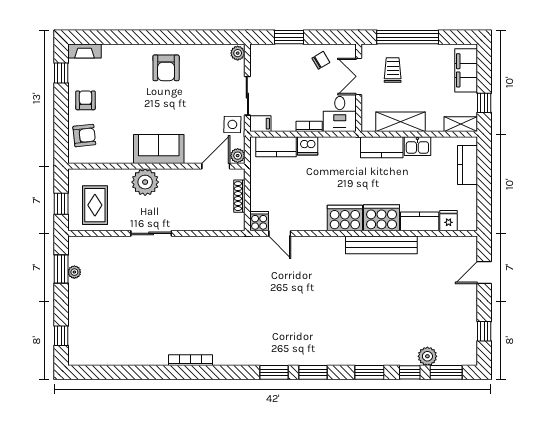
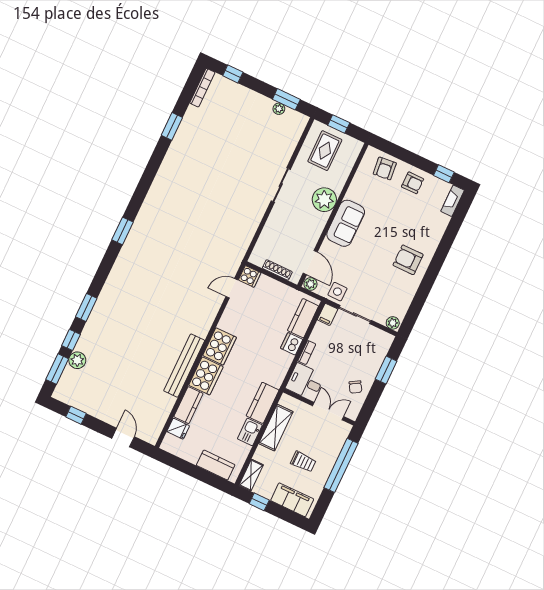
trolley: (393, 70) -> (303, 462), moved
rug: (95, 205) -> (325, 151), turned 90
bookcase: (191, 360) -> (202, 88), moved
window: (313, 372) -> (172, 126), moved

